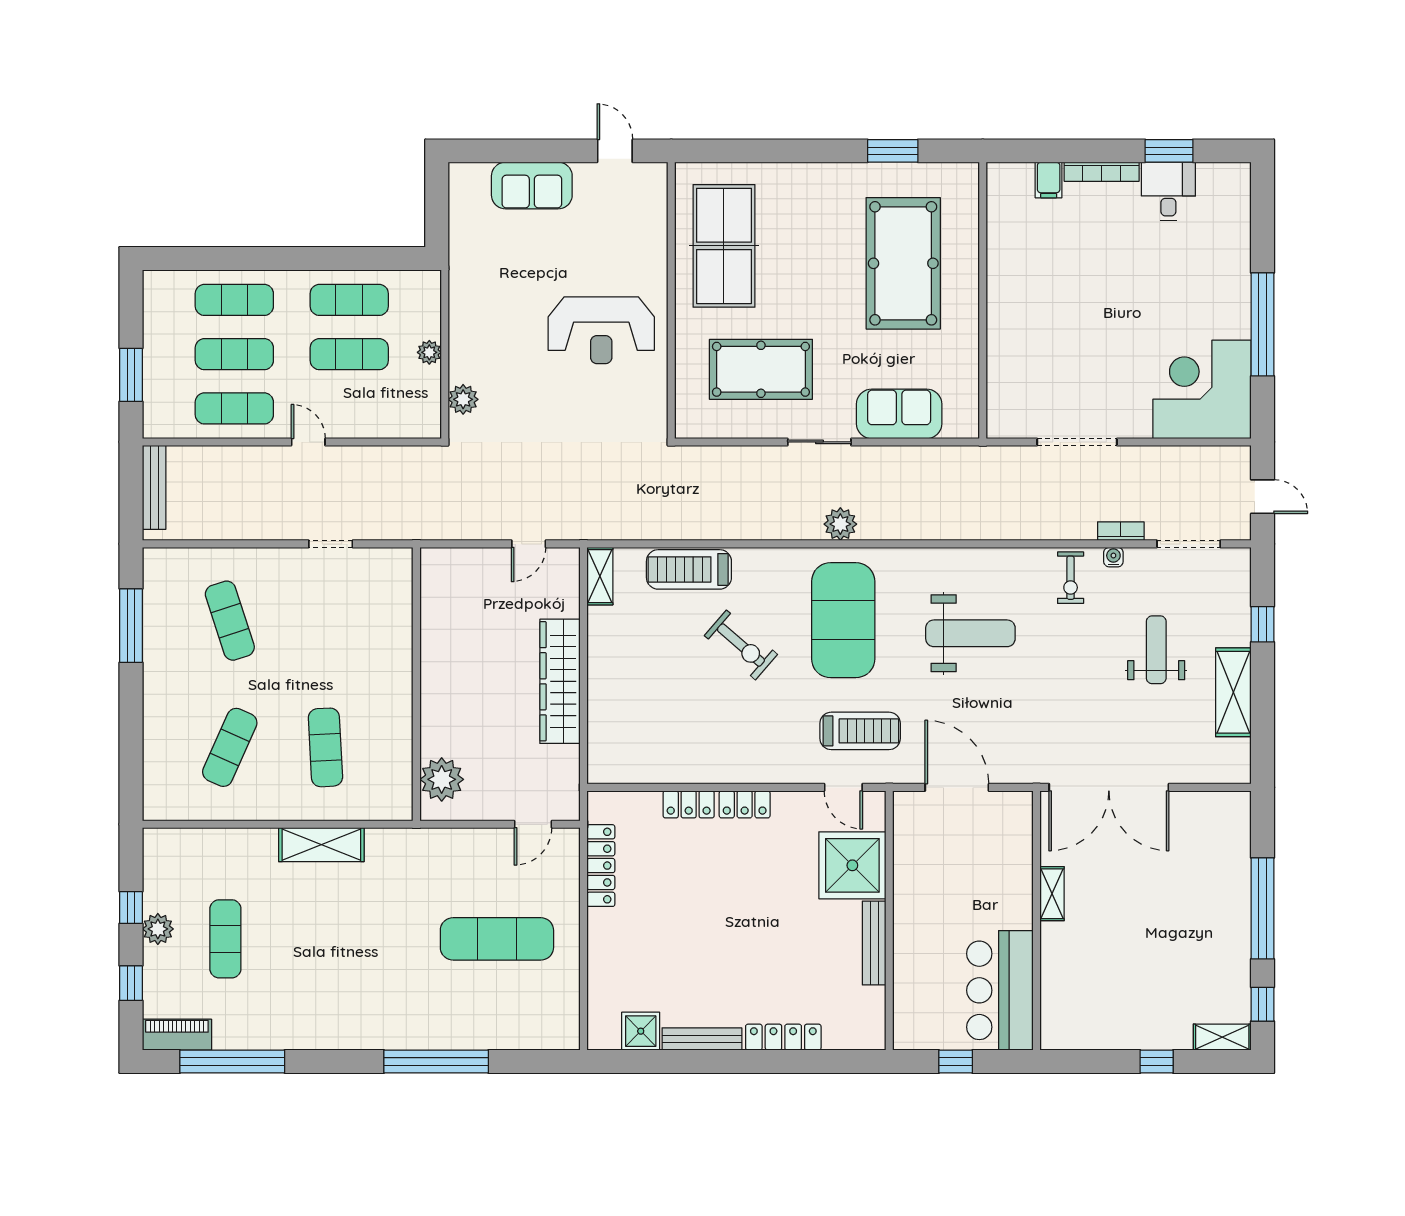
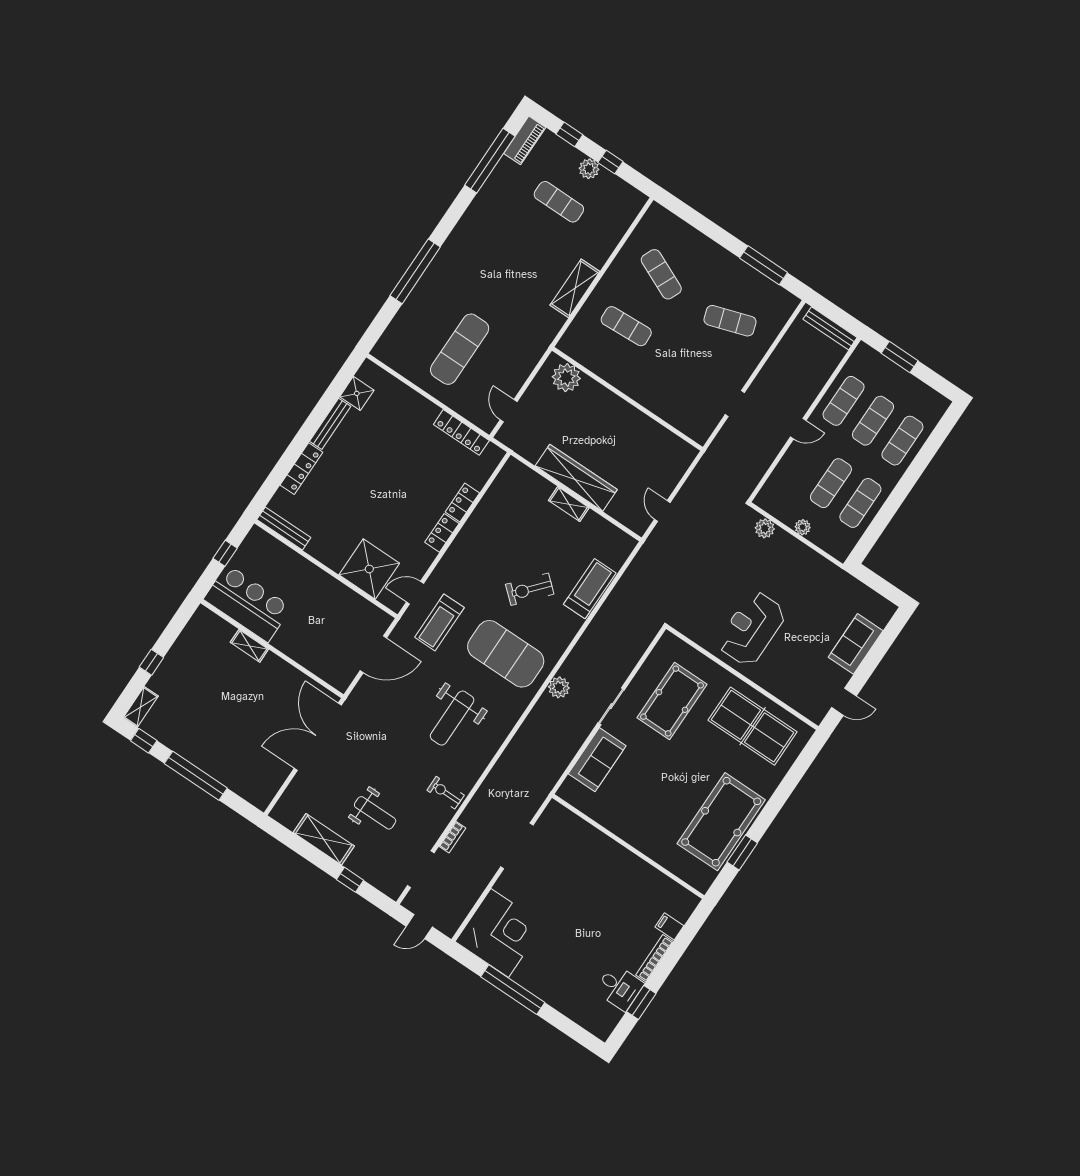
pool table: (903, 263) -> (721, 822), moved, turned 90
water cooler: (1113, 557) -> (441, 824), removed
shelving: (600, 576) -> (569, 504), moved
shelving: (1052, 894) -> (249, 646), moved
bench: (874, 943) -> (284, 529), moved

